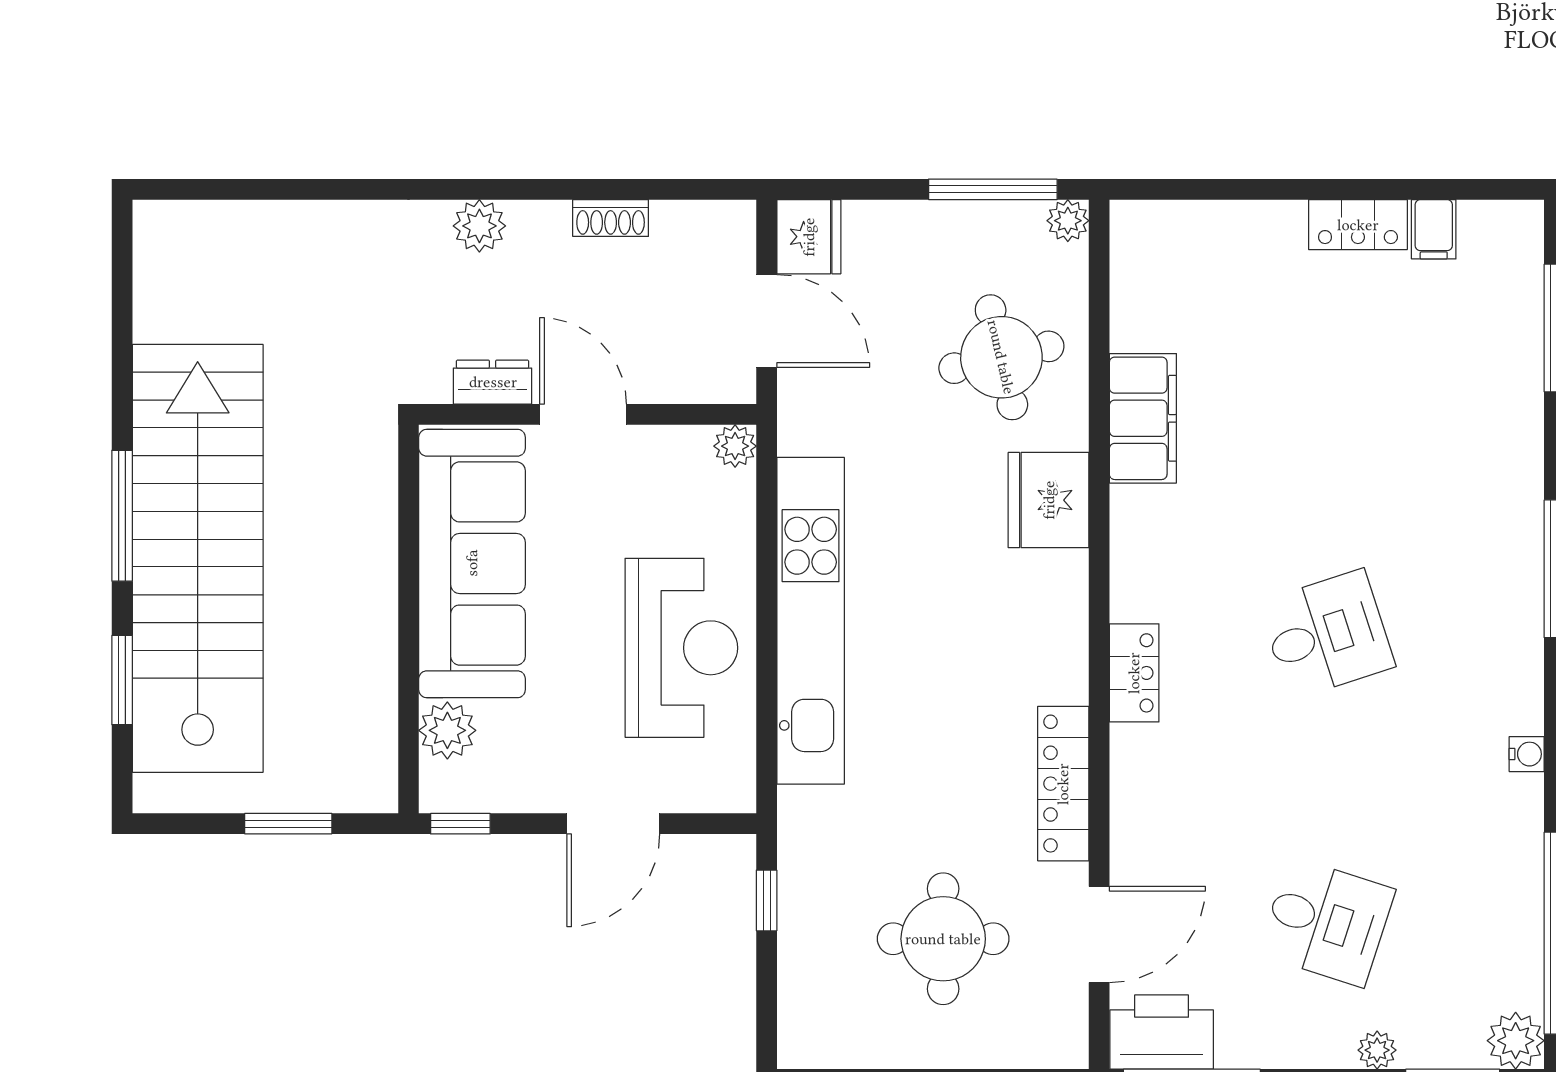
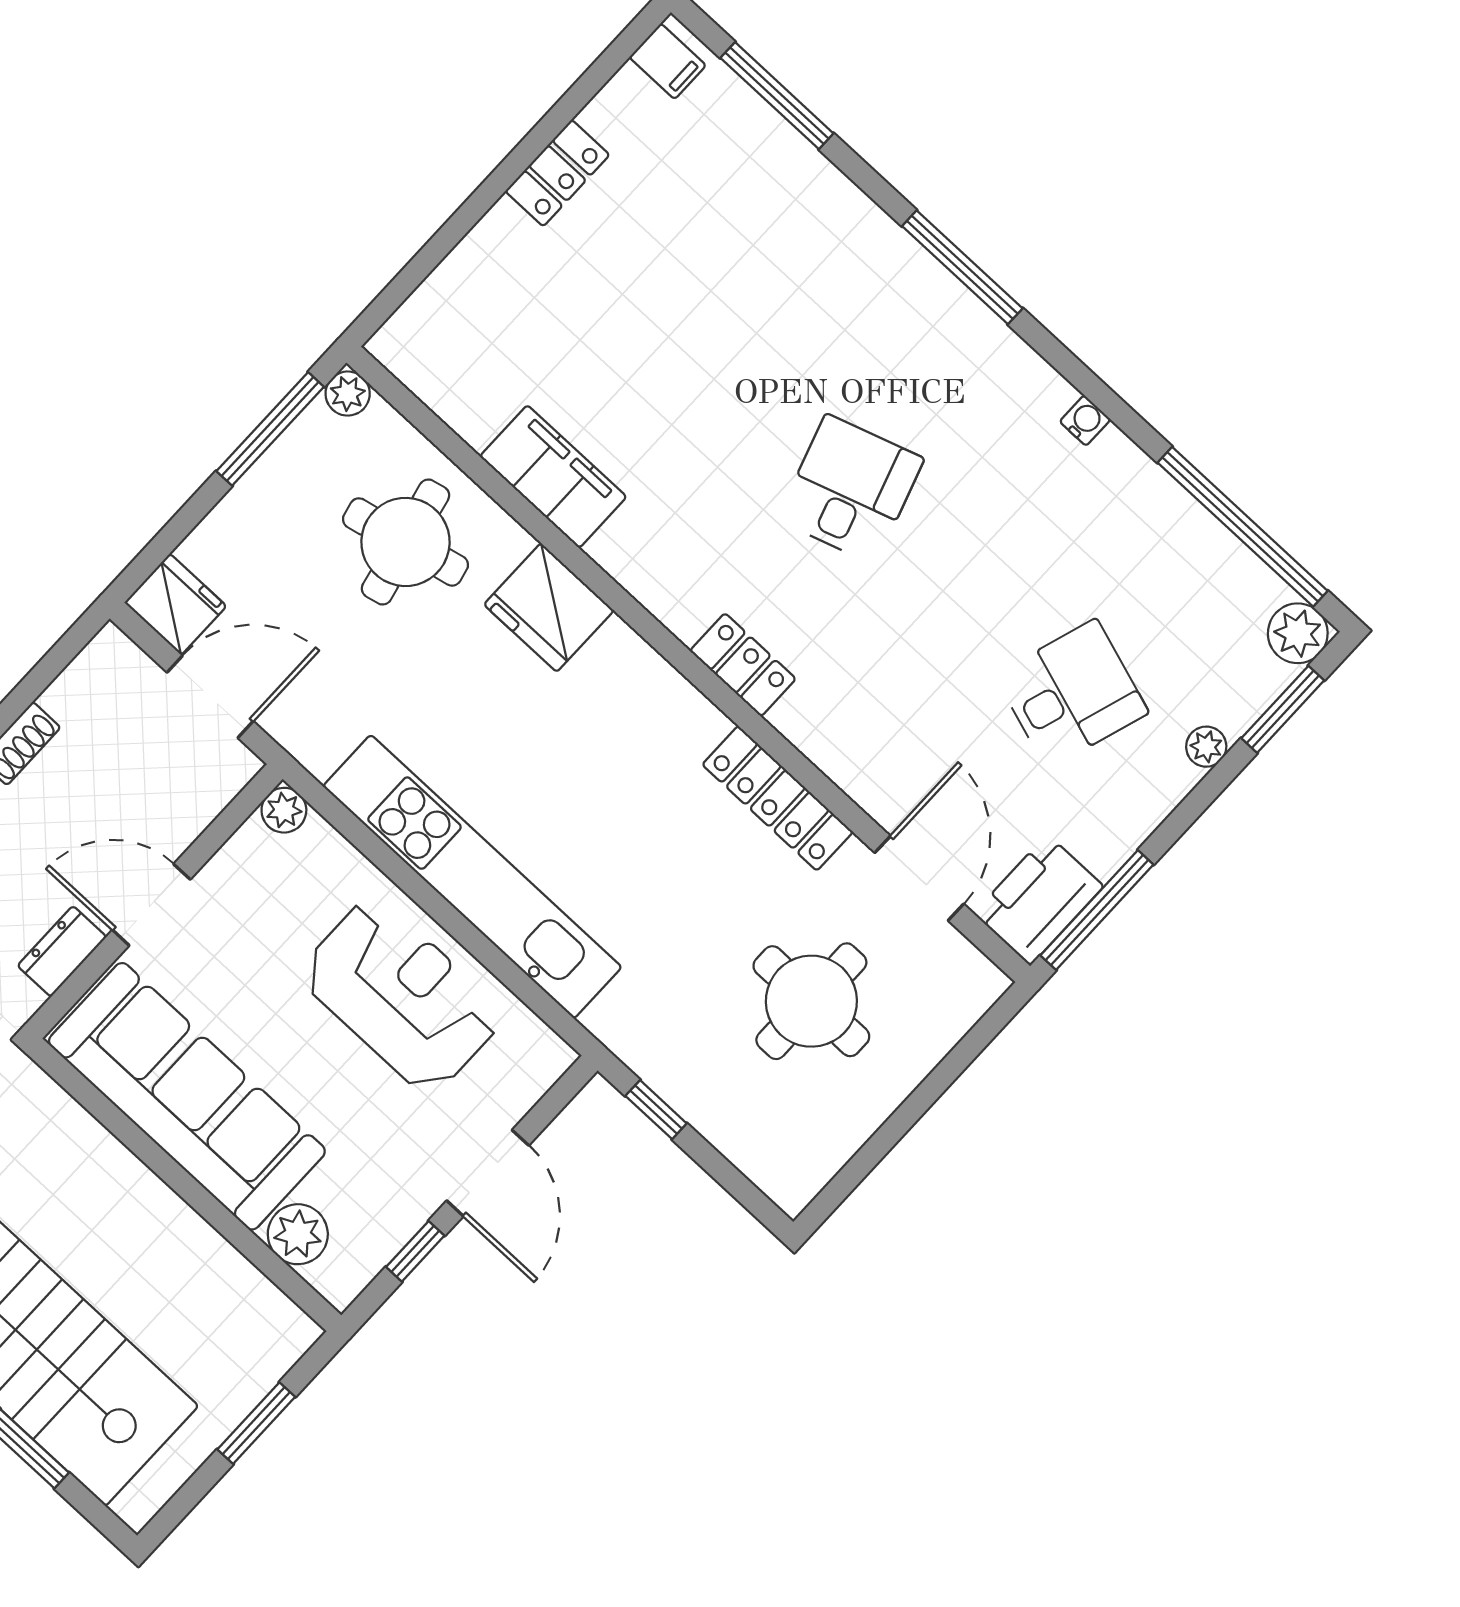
filing cabinet: (1434, 229) -> (668, 61), moved
window: (460, 824) -> (415, 1251), moved

